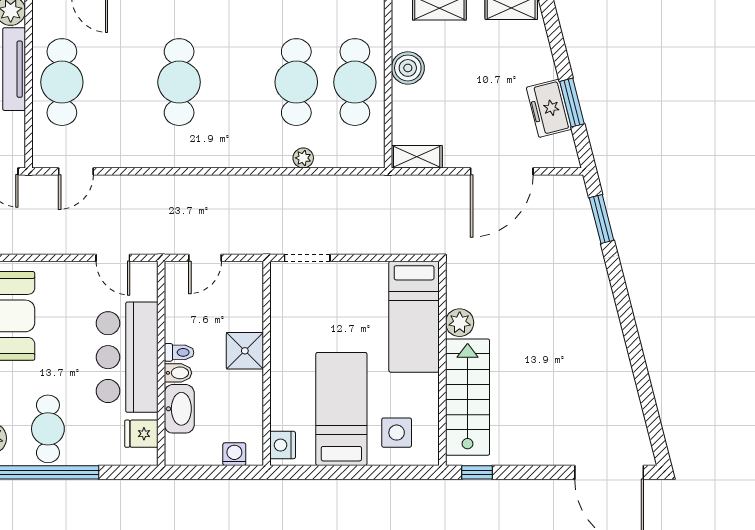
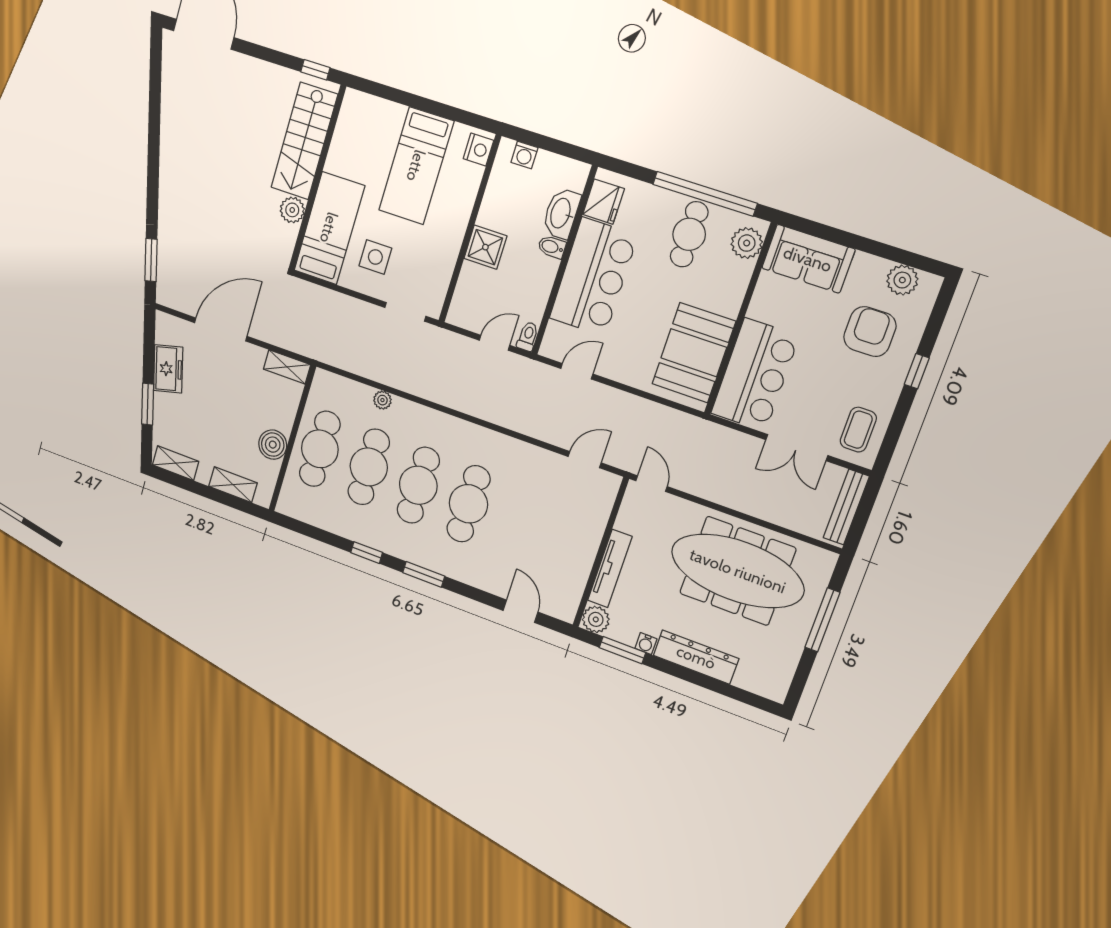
cafe table: (62, 82) -> (418, 485), moved
window: (572, 103) -> (148, 404), moved
door: (113, 258) -> (577, 371), hinge flipped
toilet: (179, 352) -> (528, 336), moved, turned 90
side table: (397, 433) -> (375, 257), moved
fridge: (141, 434) -> (603, 202), width x1.38

